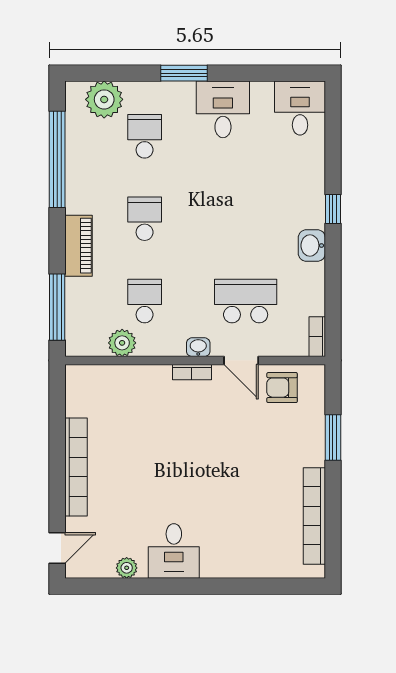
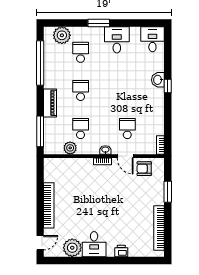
washbasin: (312, 246) -> (158, 80), moved
school desk: (246, 301) -> (127, 129), width x0.54
printer: (233, 566) -> (121, 251), added
plant: (127, 568) -> (72, 248), width x1.88, depth x1.88

